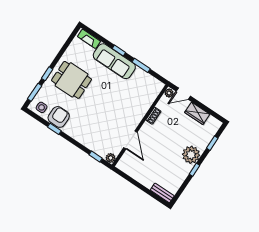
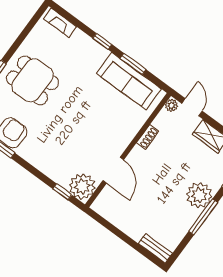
sofa: (114, 61) -> (129, 81), moved
door: (183, 94) -> (192, 107), swing flipped
plant: (111, 158) -> (82, 186), width x1.87, depth x1.87
window: (195, 170) -> (203, 217), width x2.17

